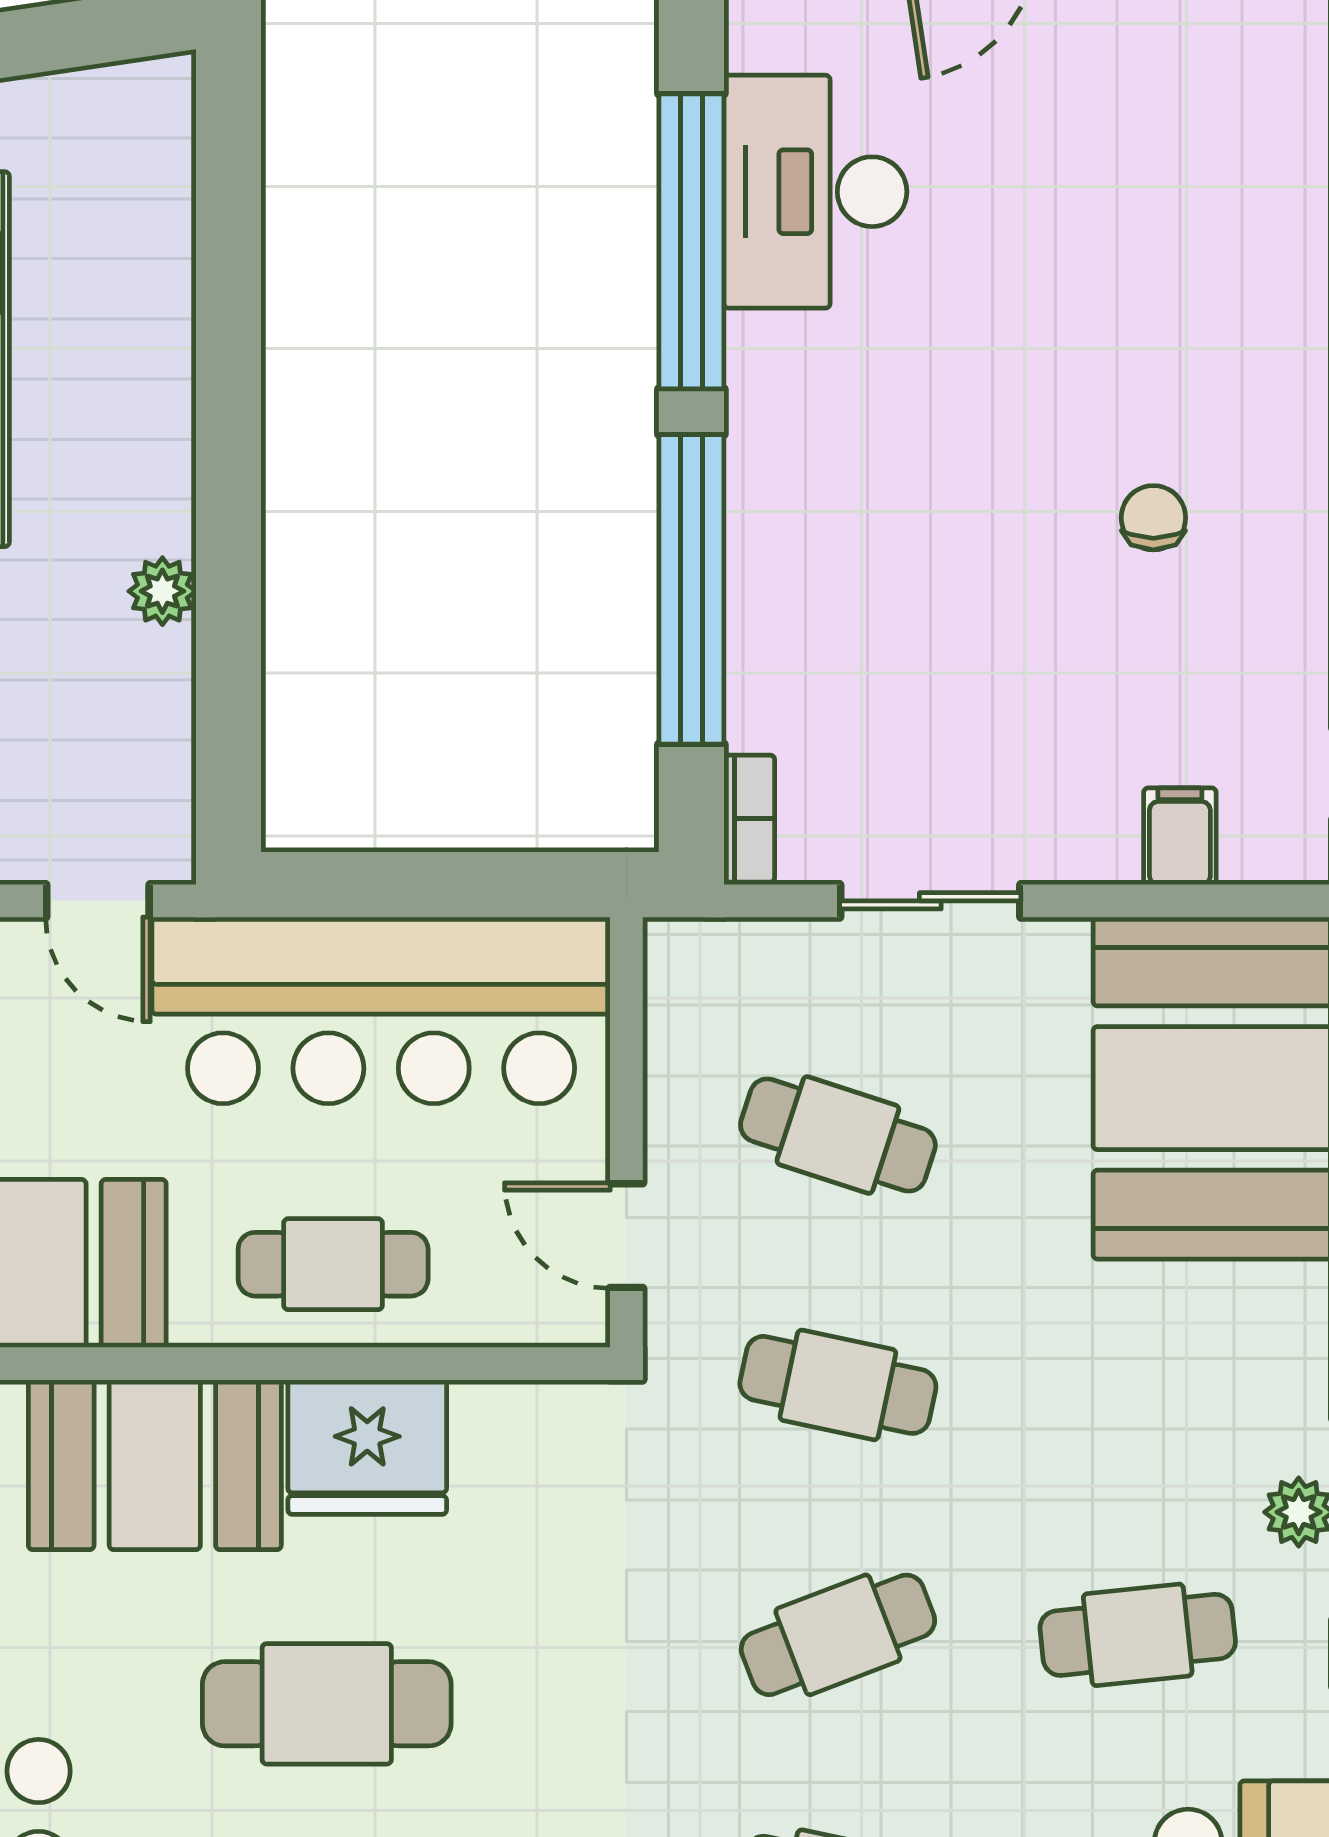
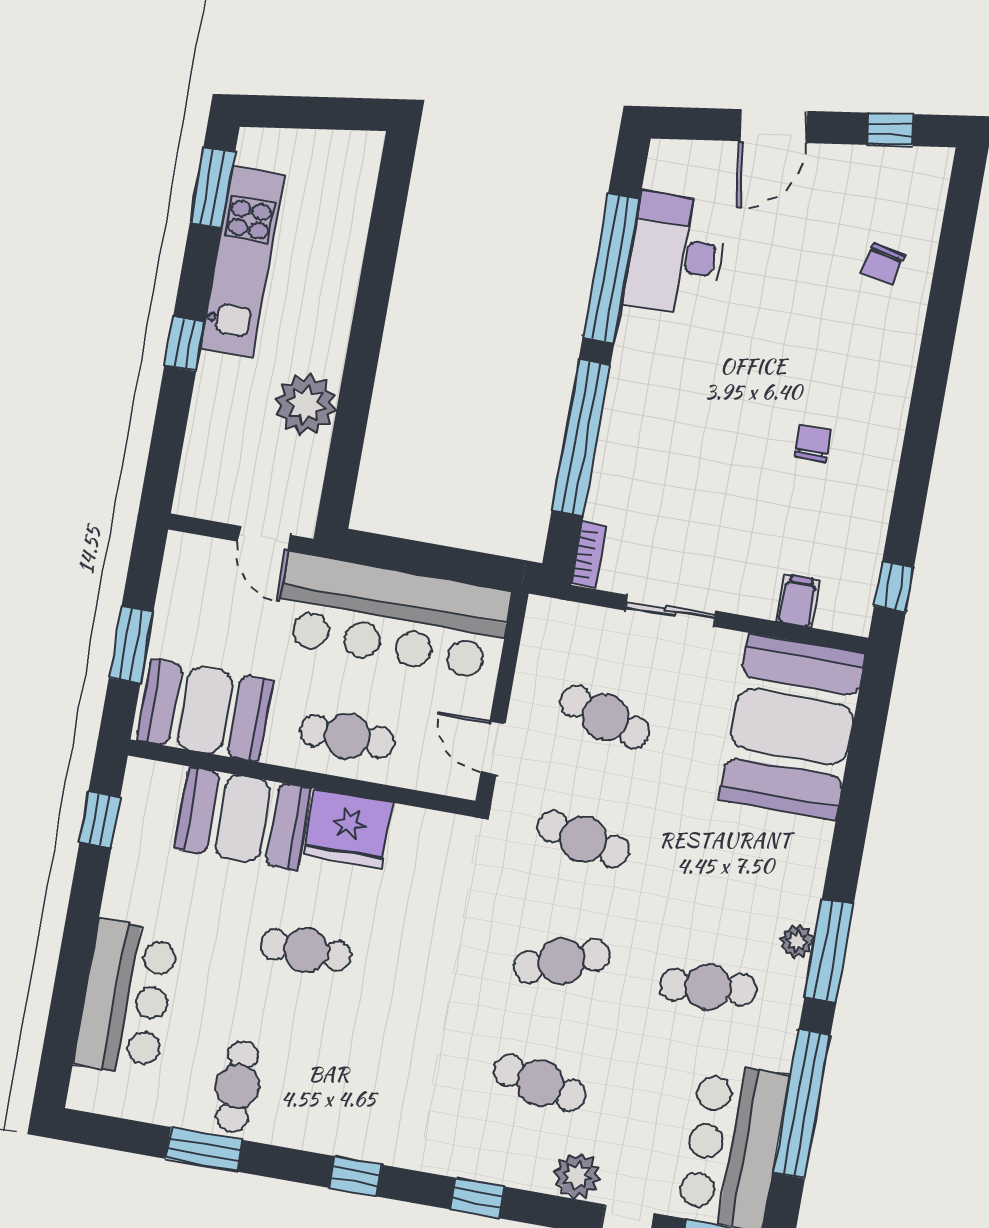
chair: (1229, 137) -> (883, 264), added
plant: (162, 591) -> (306, 405), width x1.87, depth x1.87
cafe table: (327, 1704) -> (306, 950), width x0.73, depth x0.74

